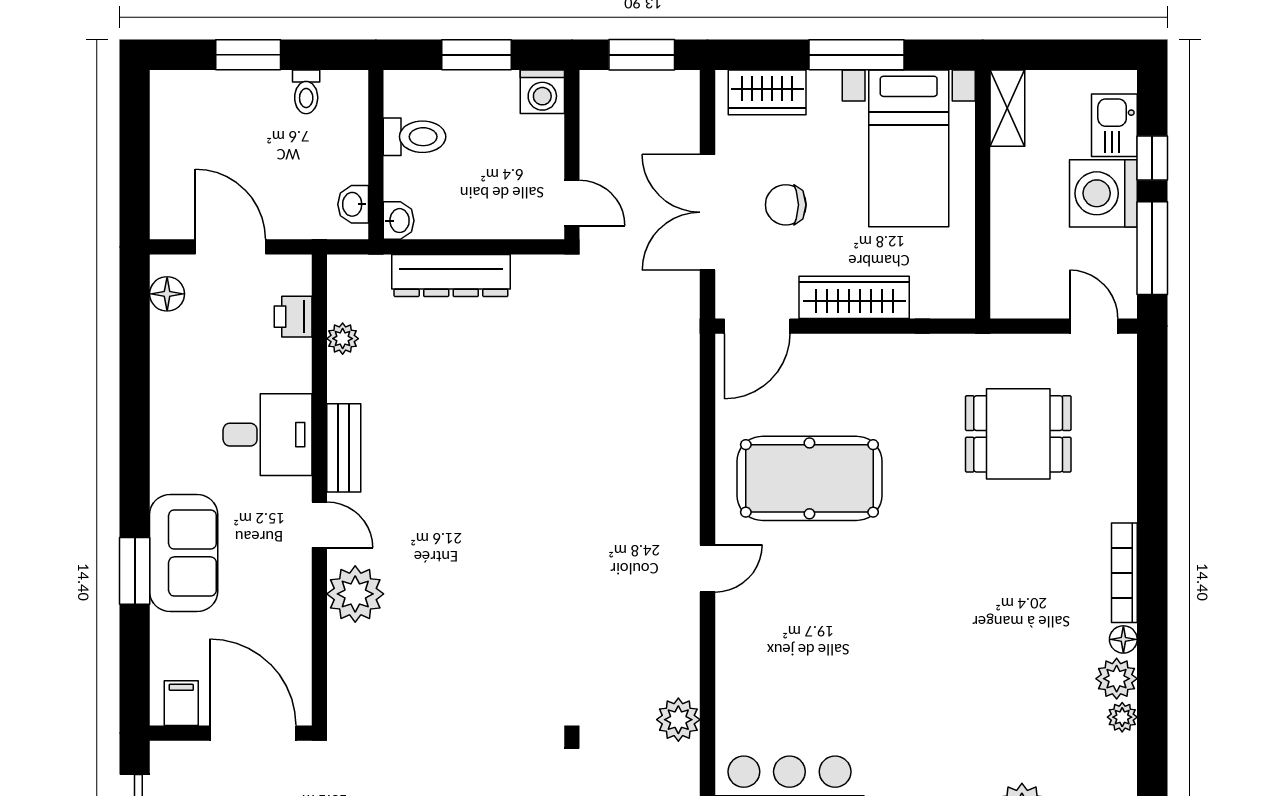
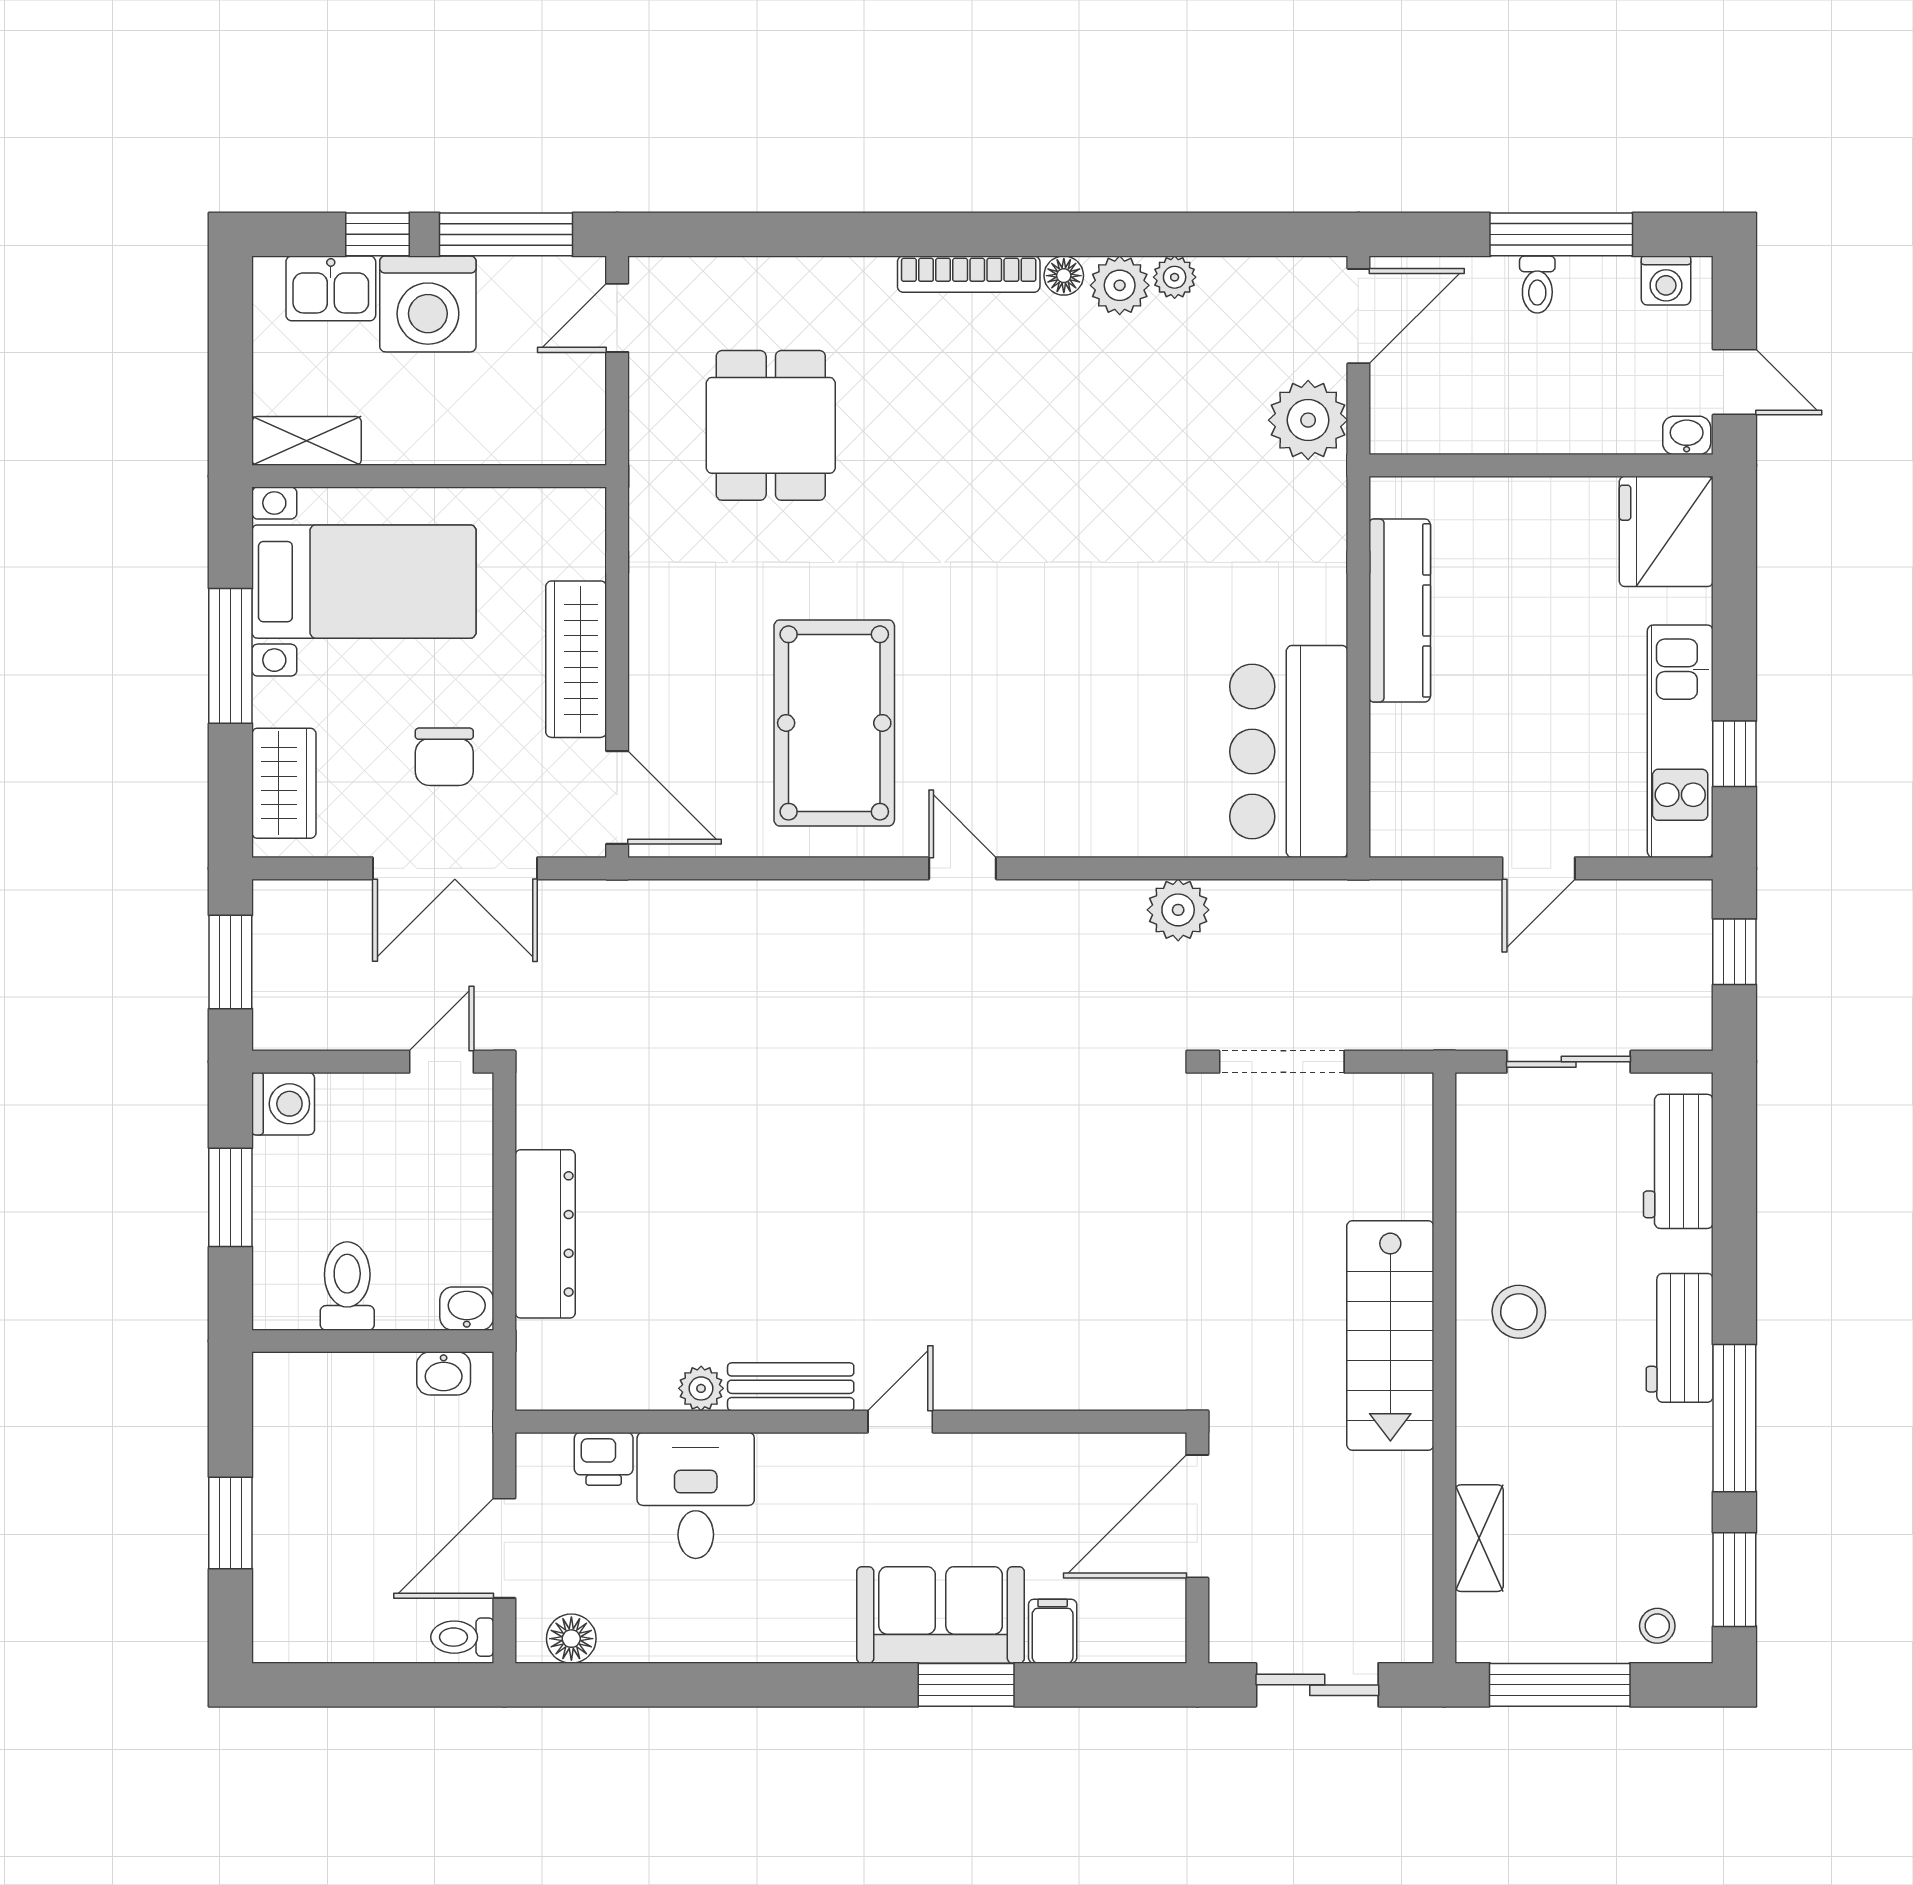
toilet: (306, 92) -> (462, 1637), moved, turned 180
plant: (343, 339) -> (701, 1388), moved
desk: (267, 435) -> (696, 1495), moved
plant: (355, 594) -> (999, 1370), removed
filing cabinet: (181, 703) -> (1053, 1631), moved, turned 90

